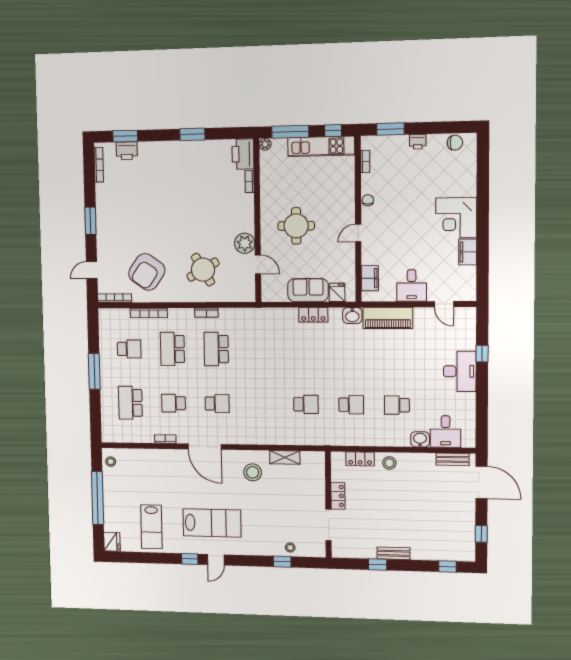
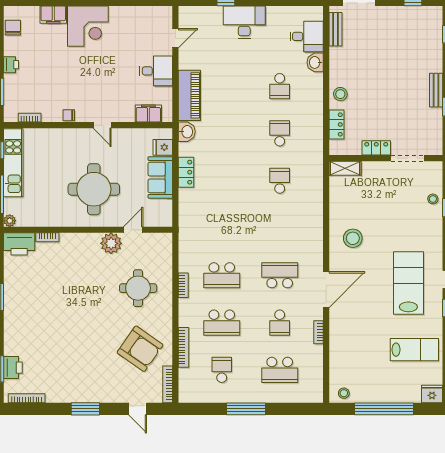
round table: (296, 226) -> (94, 189), width x1.36, depth x1.36
filing cabinet: (468, 252) -> (53, 15), moved
round table: (203, 270) -> (138, 288), turned 30
school desk: (217, 404) -> (280, 275), width x1.85
shelving: (285, 457) -> (345, 168), moved, turned 90

